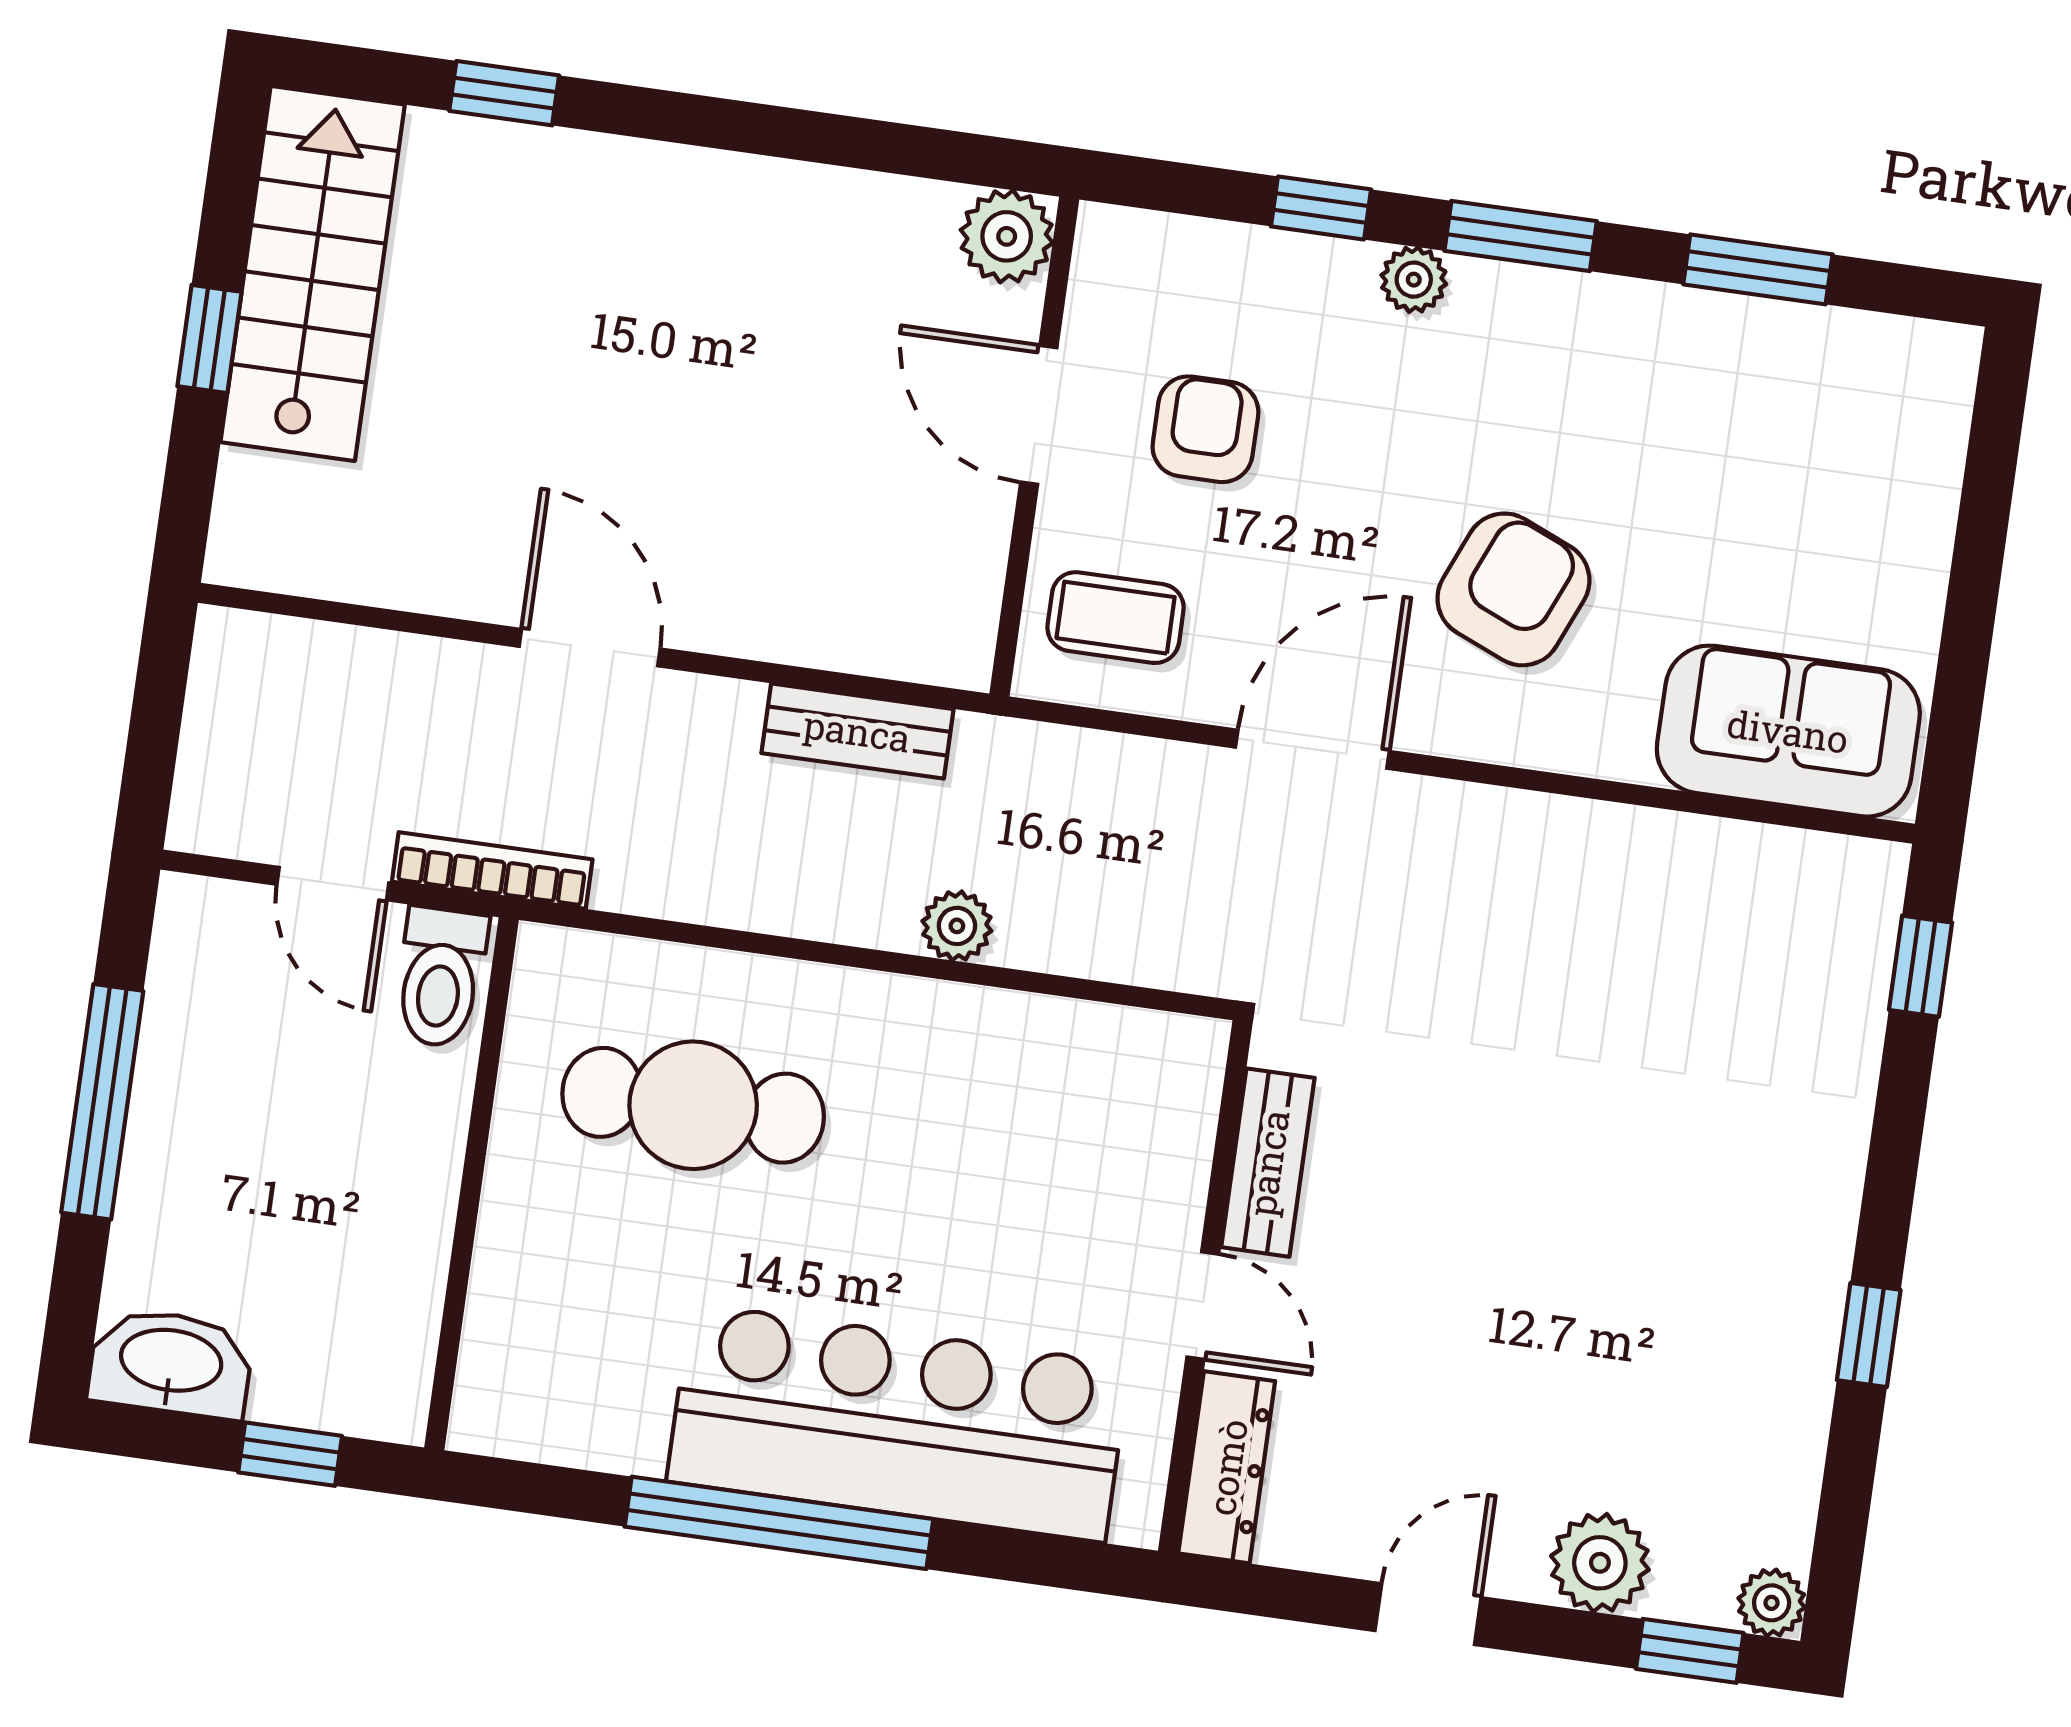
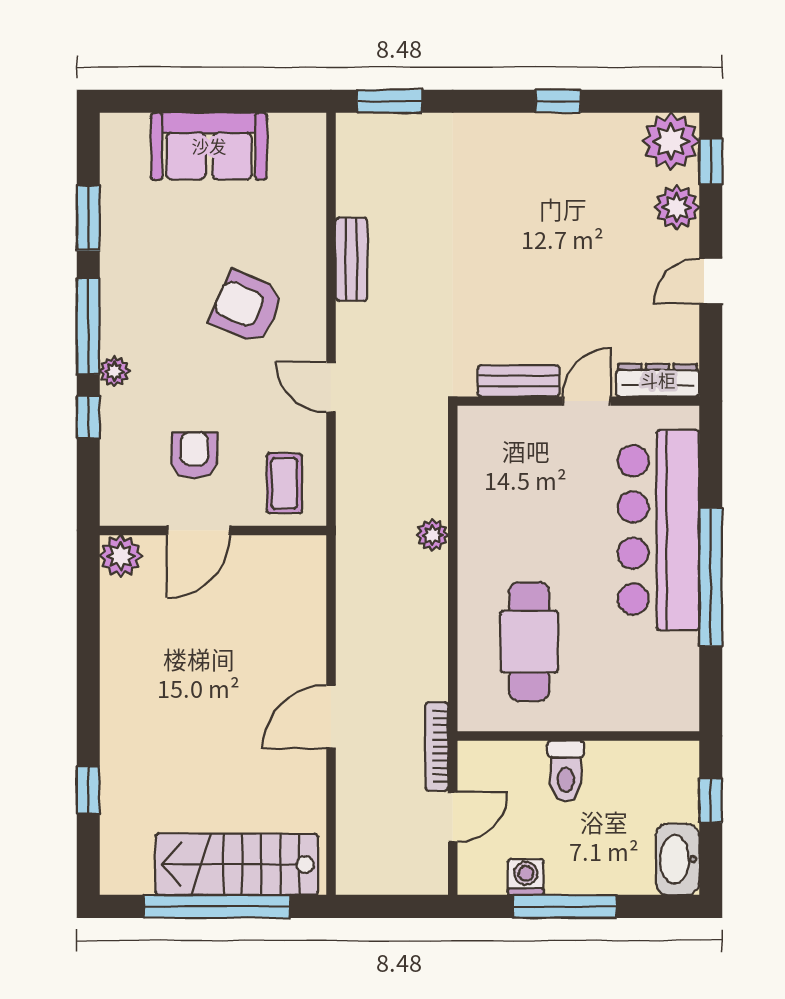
window: (1521, 236) -> (88, 326), width x1.44
stairs: (313, 273) -> (237, 864), moved
window: (209, 339) -> (217, 906), width x3.17
armchair: (1205, 429) -> (194, 455), turned 90
bench: (857, 731) -> (351, 259), moved
sofa: (1788, 731) -> (209, 146), moved, turned -90
door: (1312, 749) -> (331, 387), width x0.73
window: (1920, 966) -> (390, 101), width x1.50
toilet: (441, 977) -> (566, 771), moved, turned 90
washing machine: (179, 1026) -> (526, 877), added
plant: (1772, 1603) -> (671, 141), width x1.88, depth x1.88
door: (1428, 1614) -> (711, 281), hinge flipped

